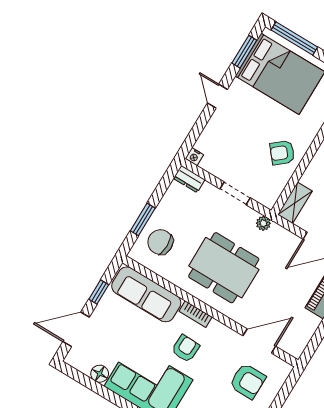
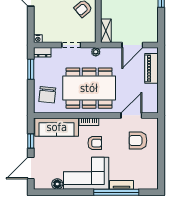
window: (143, 219) -> (31, 69), moved
chair: (160, 242) -> (47, 95), turned -84
dining table: (224, 268) -> (89, 88), width x1.36, depth x1.24
armchair: (186, 348) -> (95, 143), turned 88
armchair: (248, 381) -> (138, 140), turned 180

